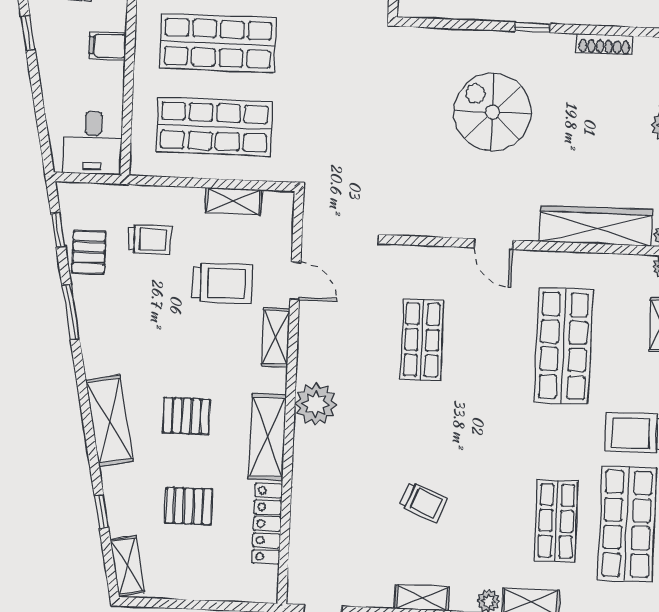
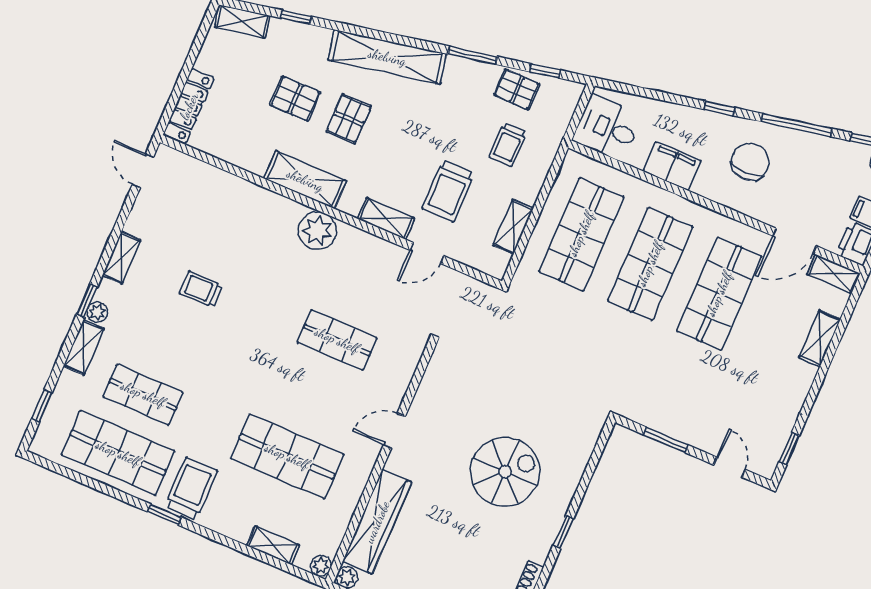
filing cabinet: (108, 46) -> (672, 166), width x2.00
shelving: (110, 421) -> (387, 57), width x1.47
trolley: (423, 502) -> (201, 289), turned 67
pallet: (189, 506) -> (295, 99), moved, turned 90
locker: (267, 524) -> (189, 106), moved, turned 90

